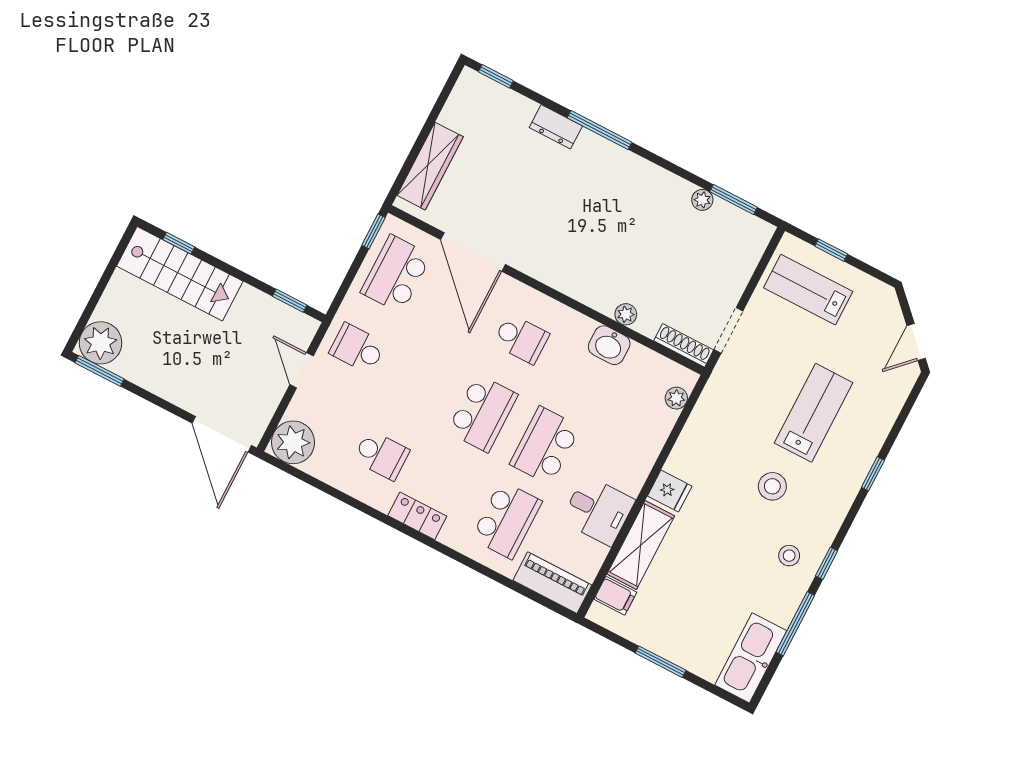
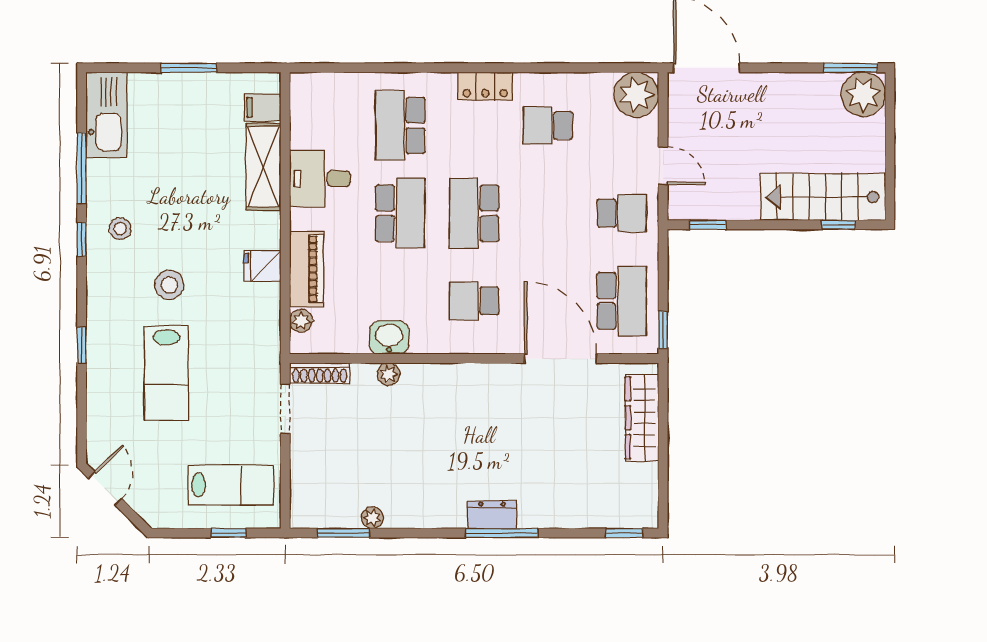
dresser: (556, 127) -> (492, 515), moved
fridge: (670, 491) -> (262, 266), moved
piano: (552, 583) -> (306, 269), moved, turned -90

